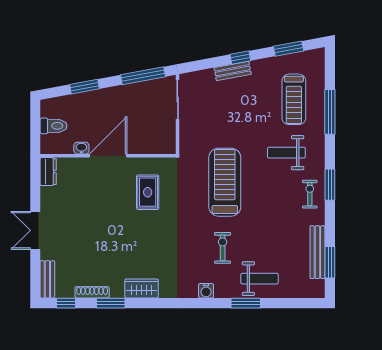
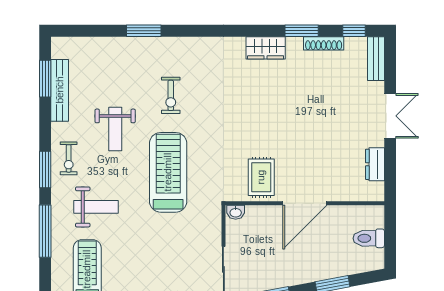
window: (330, 112) -> (45, 231), moved
washbasin: (81, 148) -> (236, 212), moved
dresser: (48, 172) -> (375, 164), moved
treadmill: (225, 182) -> (168, 172), turned 180
rug: (148, 192) -> (261, 177), moved
weight bench: (260, 279) -> (115, 129), moved, turned -90
water cooler: (206, 291) -> (190, 45), removed

